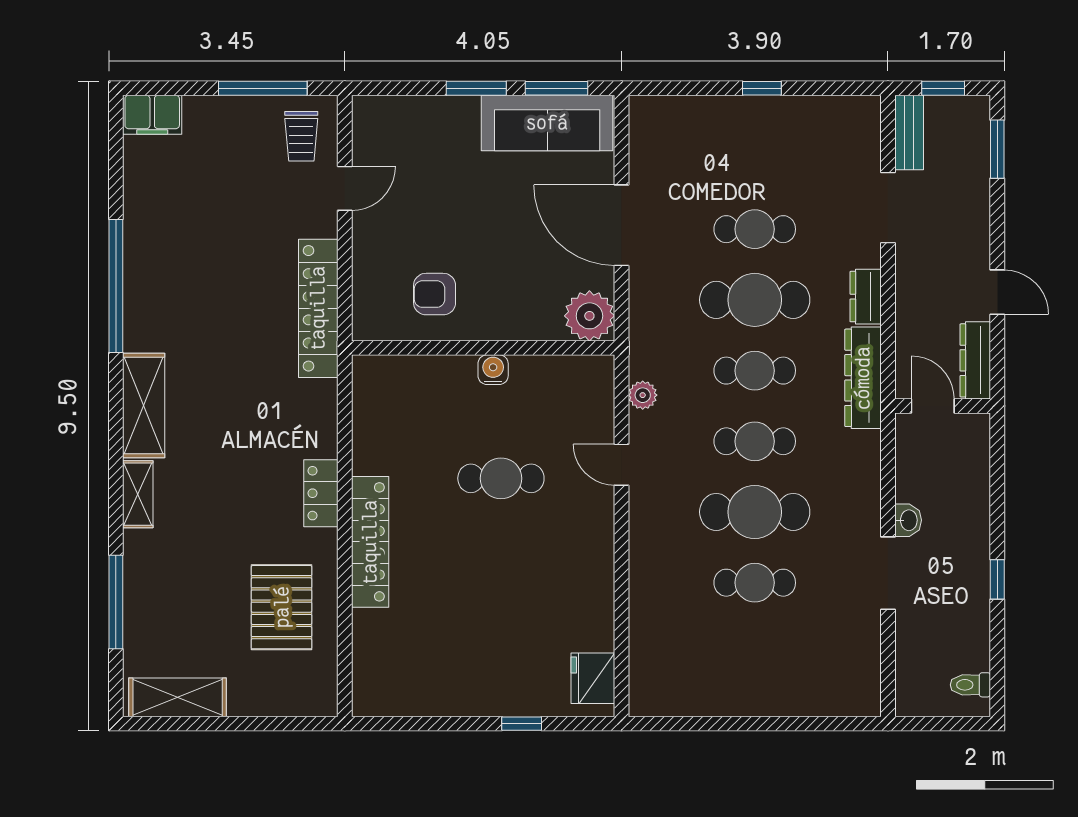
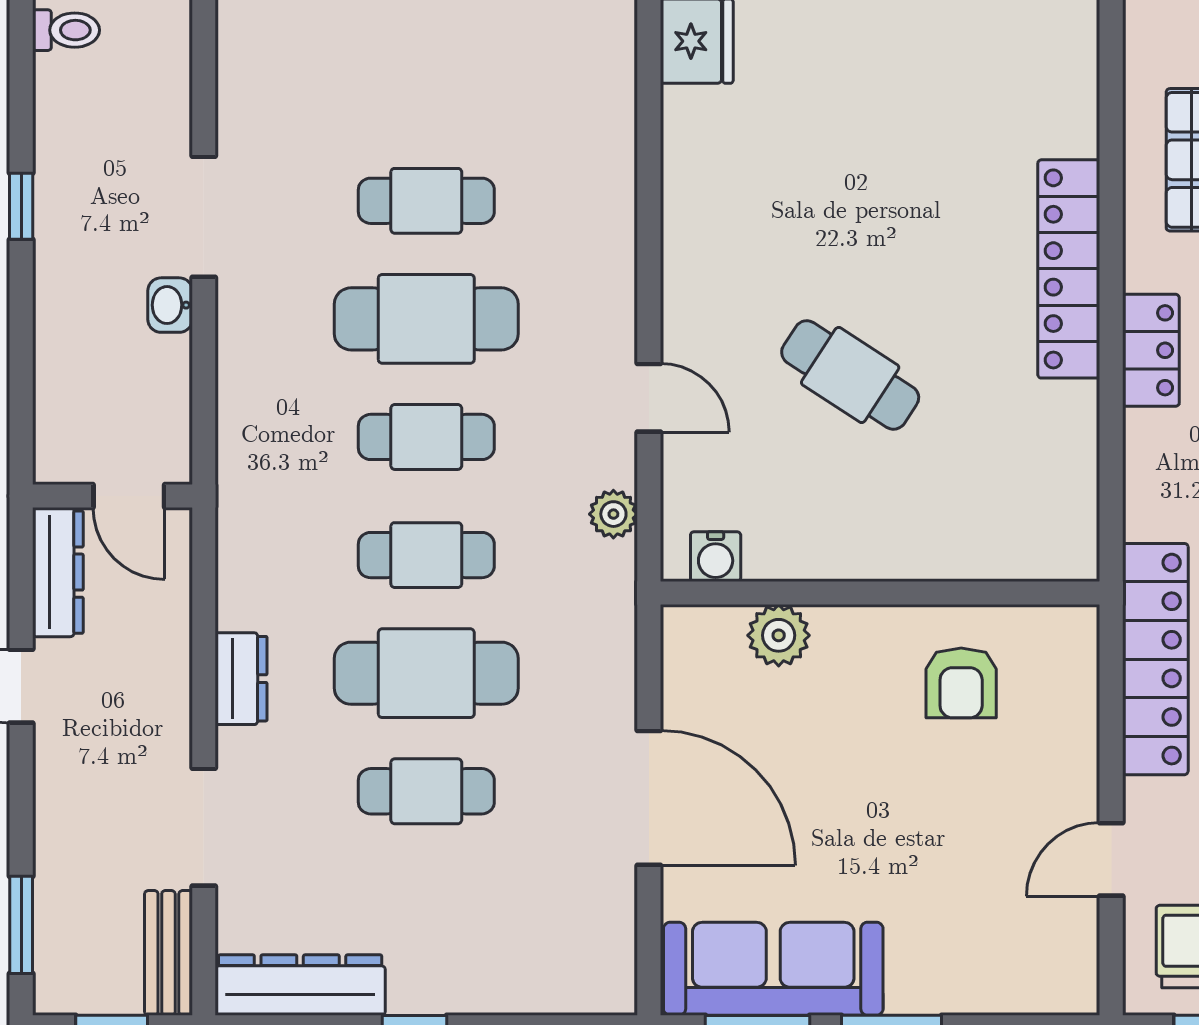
armchair: (435, 294) -> (961, 683), turned 90
plant: (589, 316) -> (779, 635), moved, width x0.73, depth x0.73
water cooler: (493, 370) -> (716, 557), moved
dresser: (863, 378) -> (300, 985), moved, turned -90
cafe table: (501, 478) -> (850, 375), turned 33

